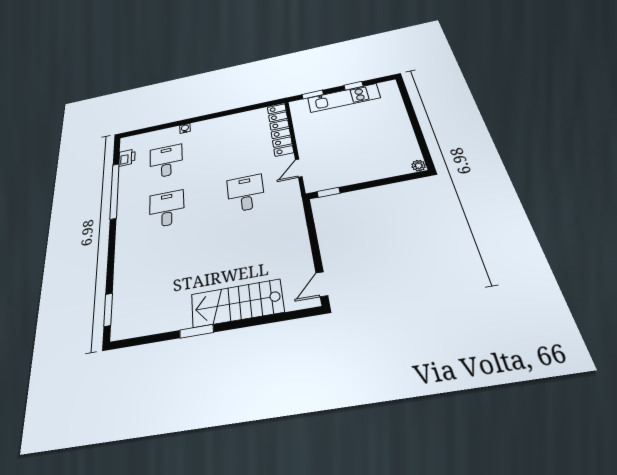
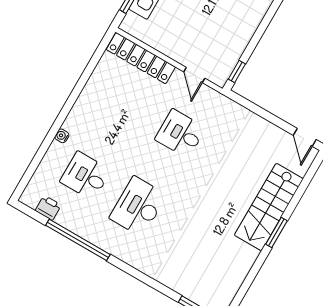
desk: (167, 209) -> (138, 207), width x1.37
window: (197, 331) -> (276, 233), moved

